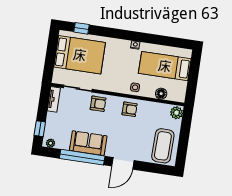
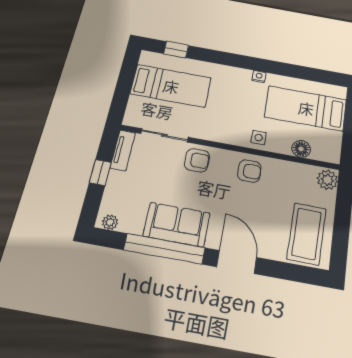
bed: (80, 55) -> (171, 86), width x0.67
window: (40, 129) -> (100, 173), moved
door: (123, 163) -> (237, 262), swing flipped

